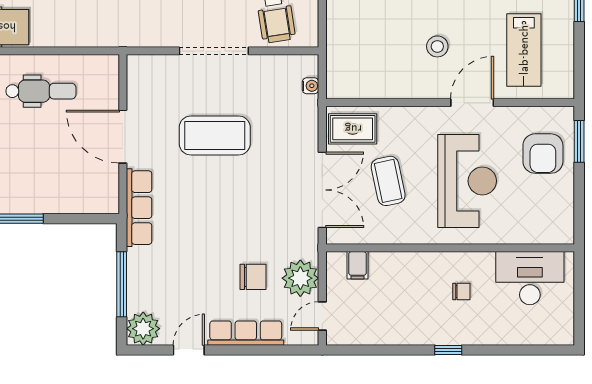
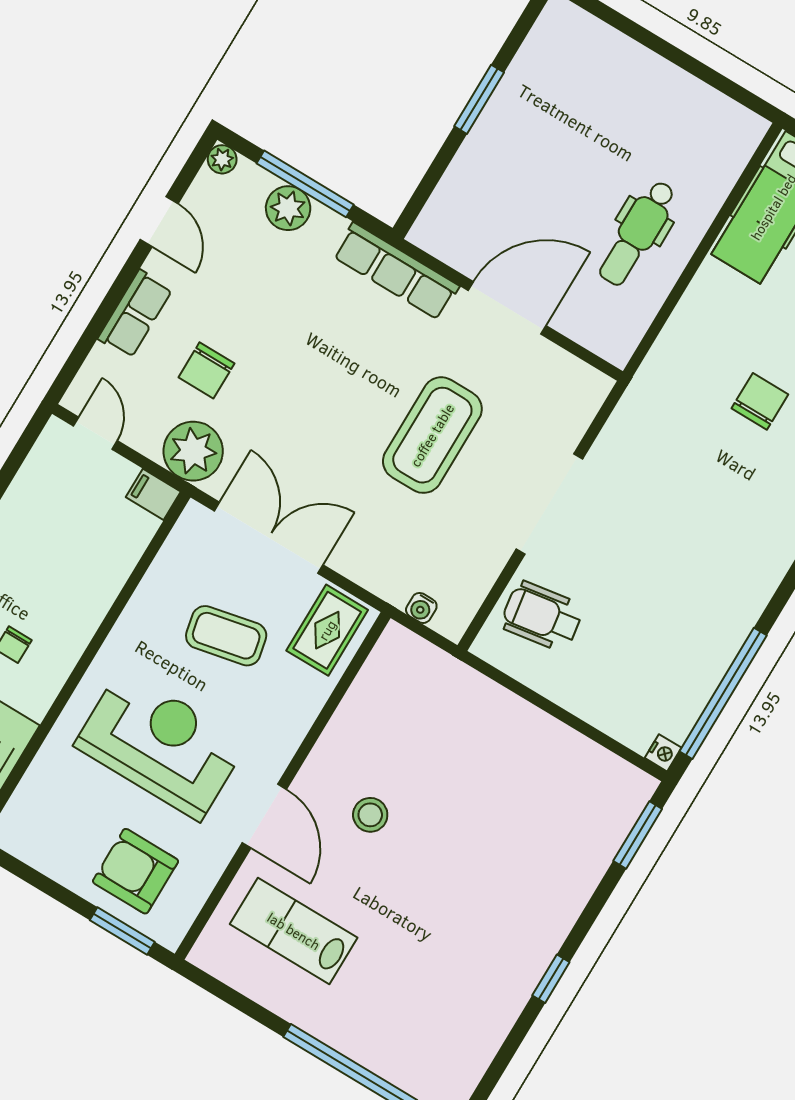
reception desk: (467, 181) -> (161, 744), turned 180
double door: (322, 190) -> (269, 538), swing flipped
filing cabinet: (358, 265) -> (153, 494), moved
plant: (300, 278) -> (193, 451), moved
plant: (140, 286) -> (288, 208), added
plant: (143, 329) -> (222, 159), width x0.53, depth x0.53
row of seats: (246, 333) -> (135, 314), width x0.68

